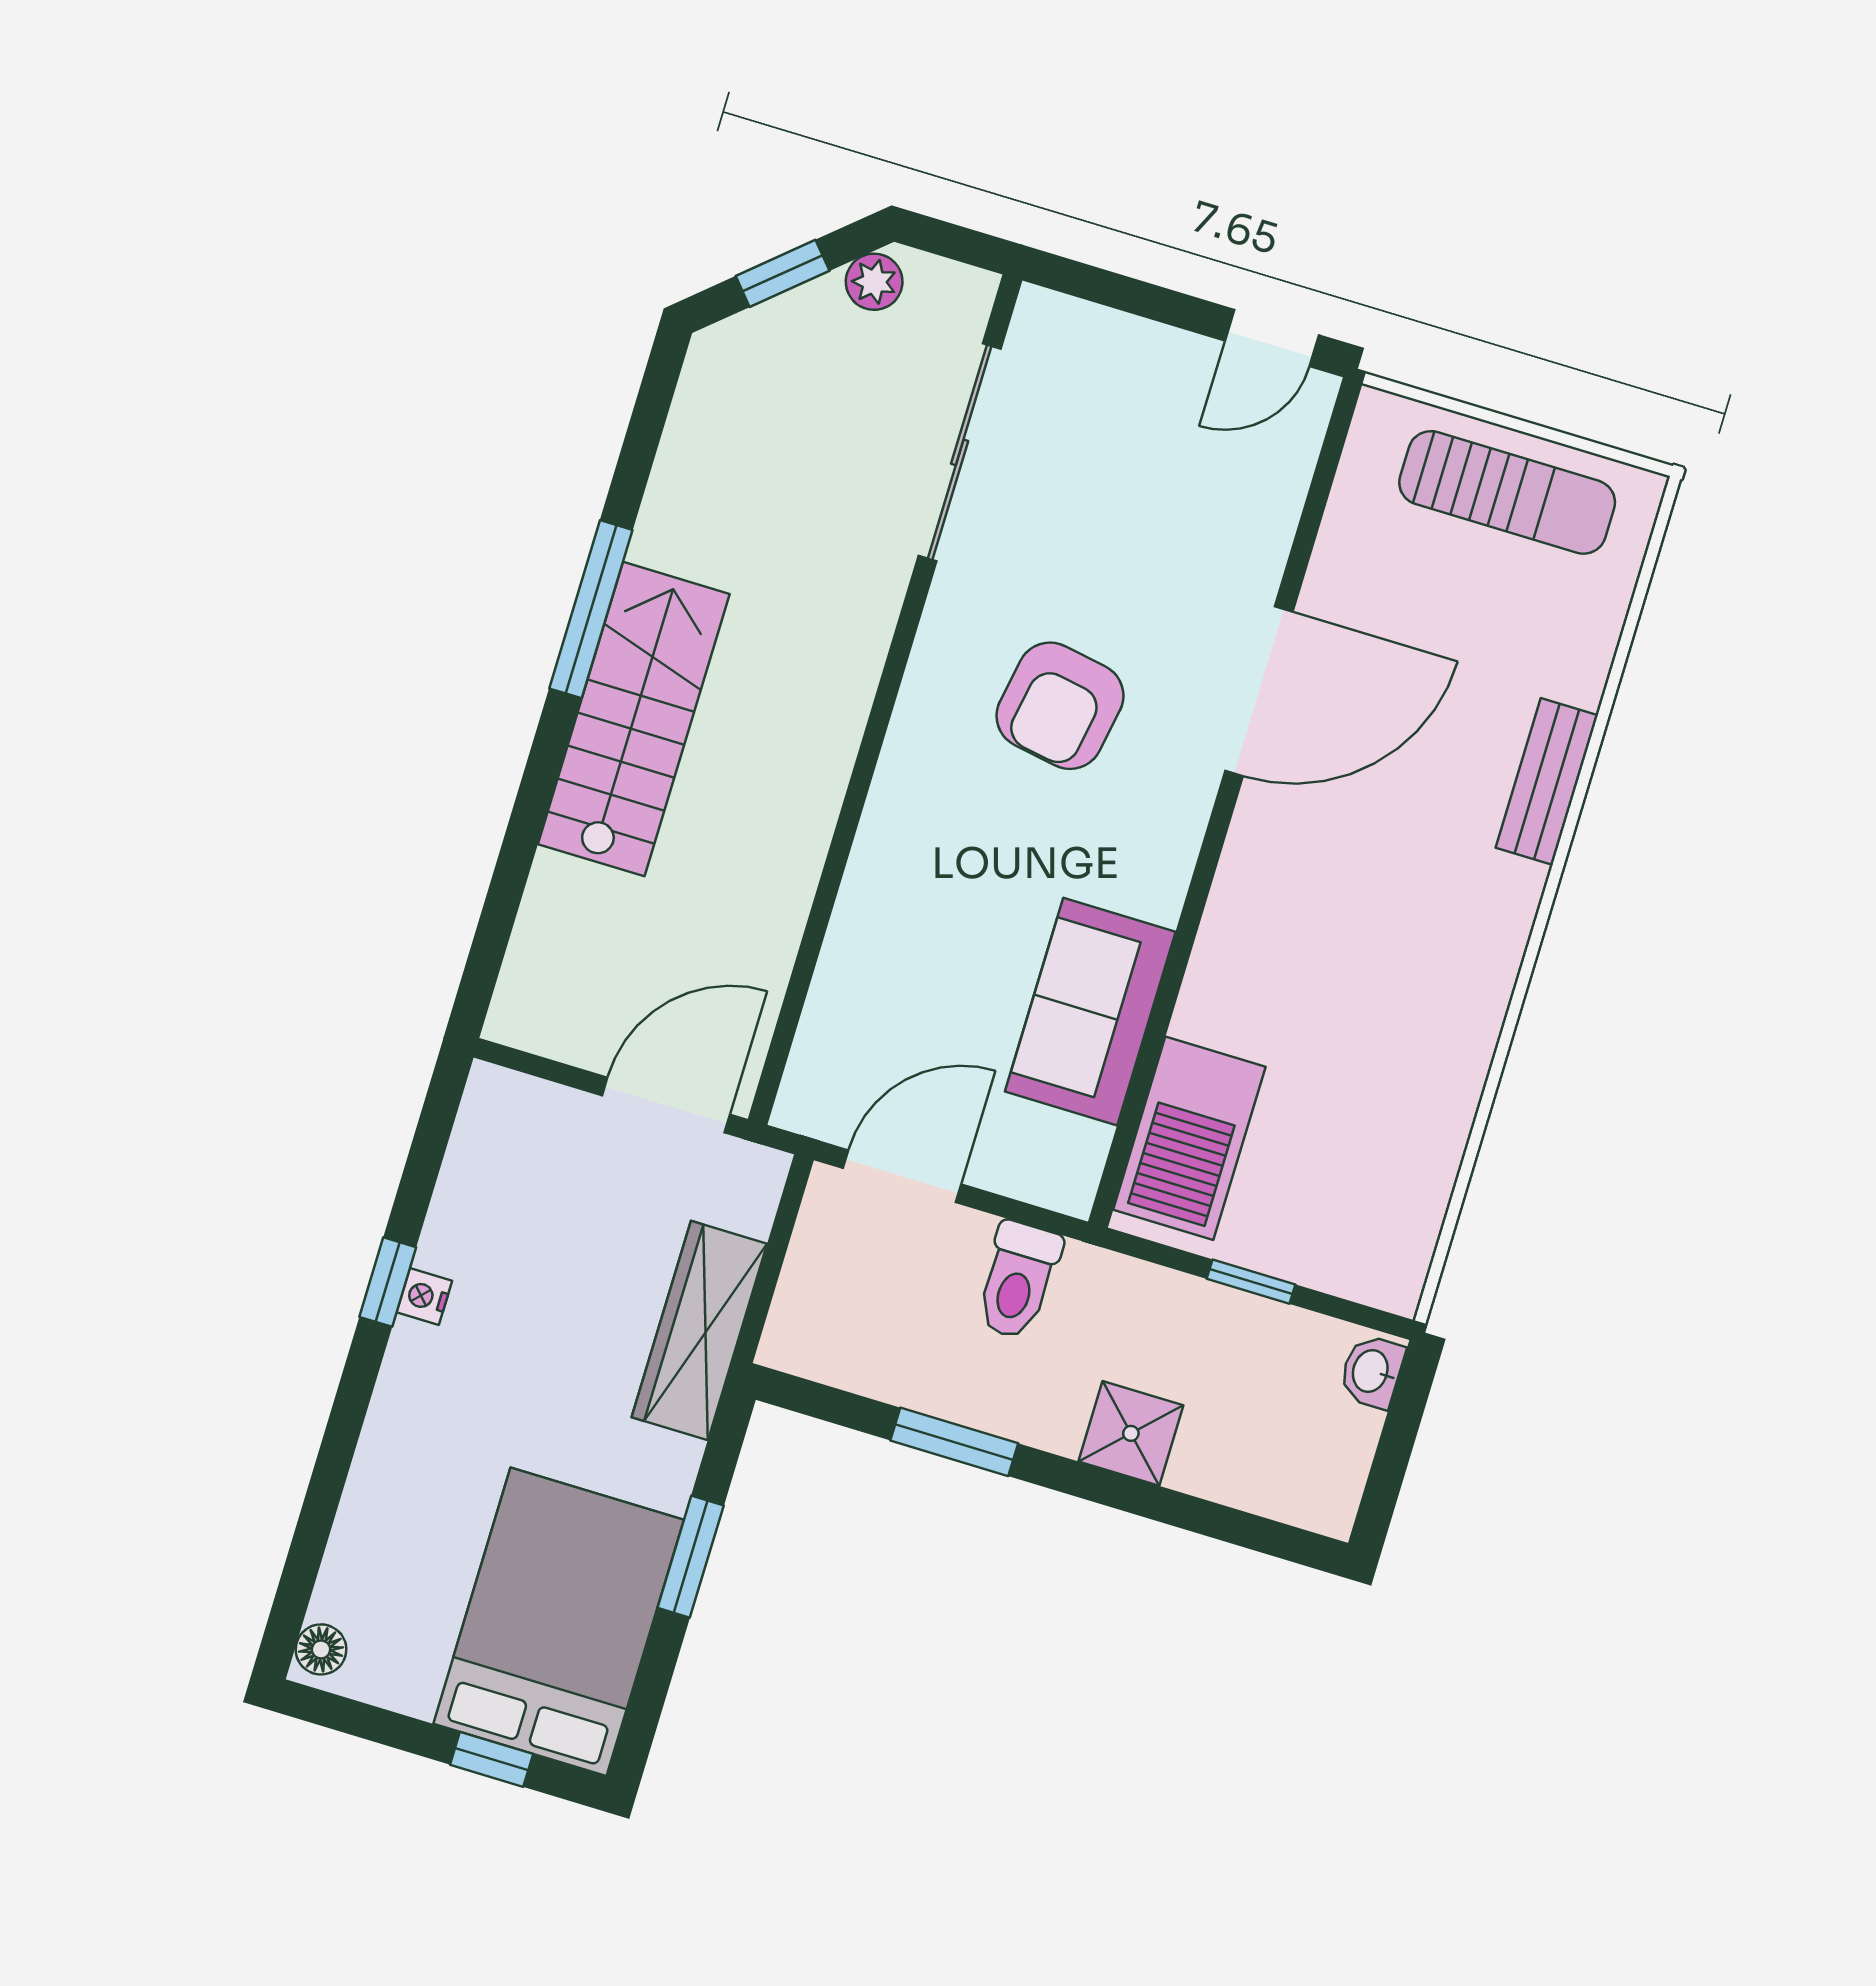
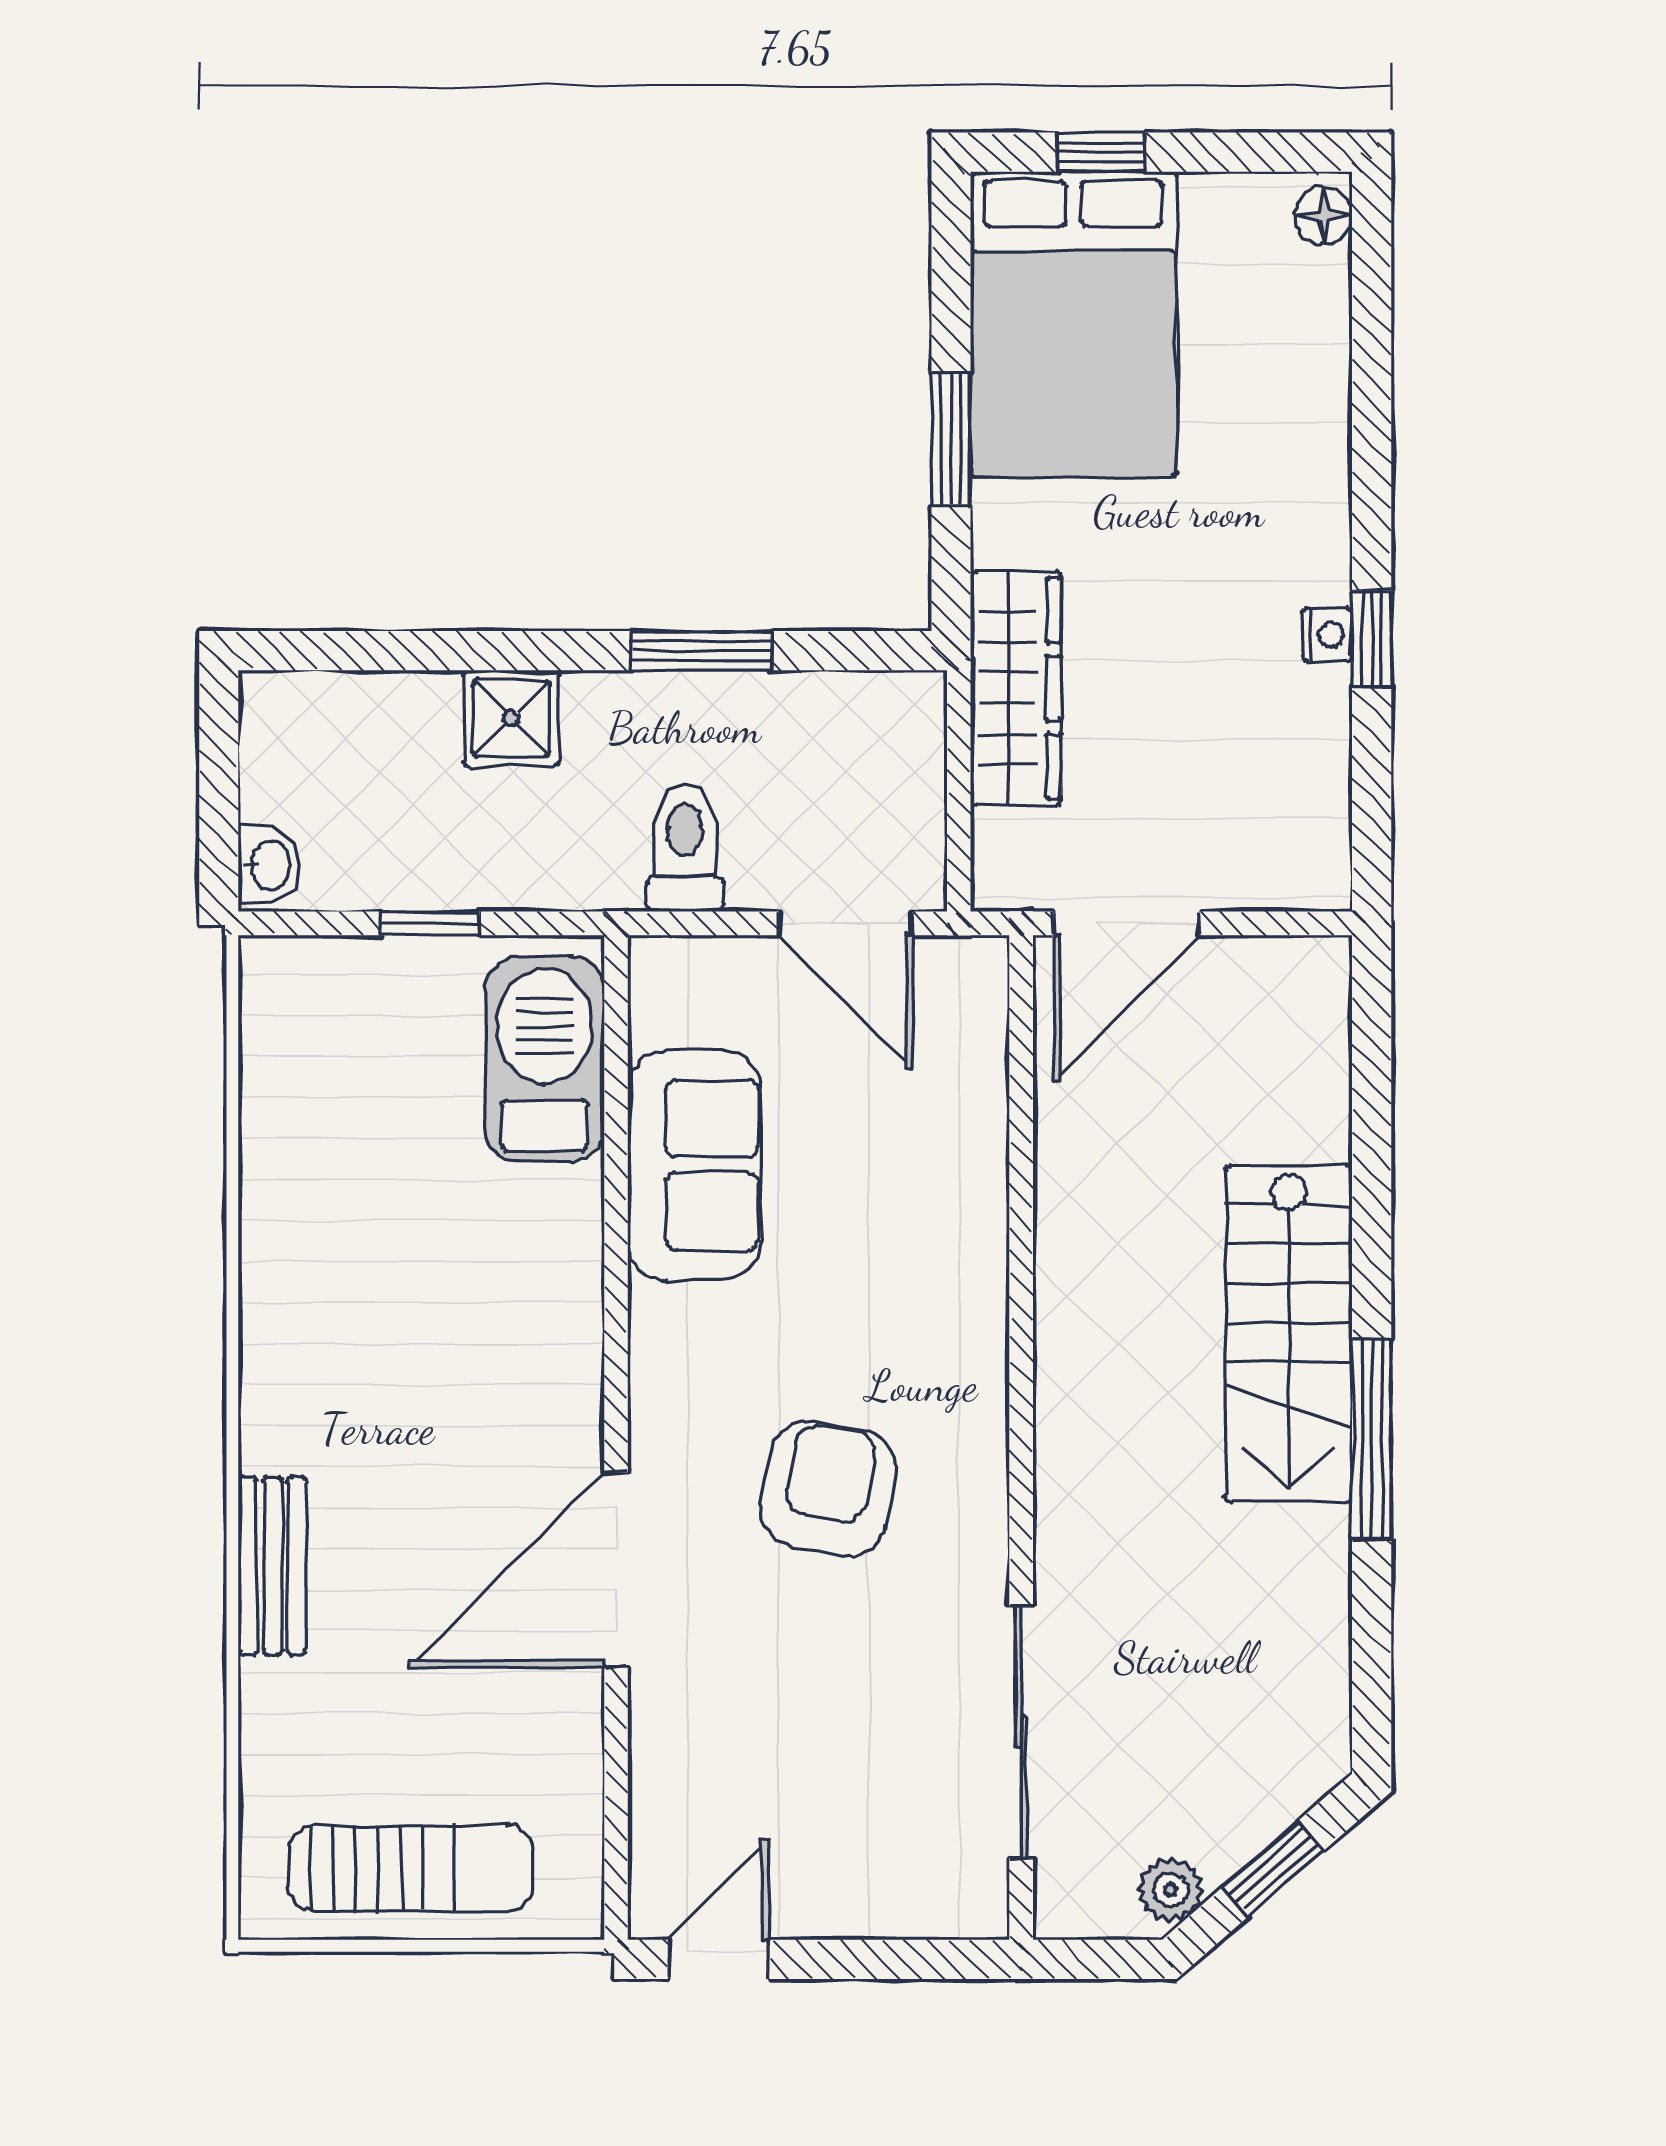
sun lounger: (1507, 492) -> (411, 1868), turned 180
door: (902, 1176) -> (846, 923), hinge flipped

